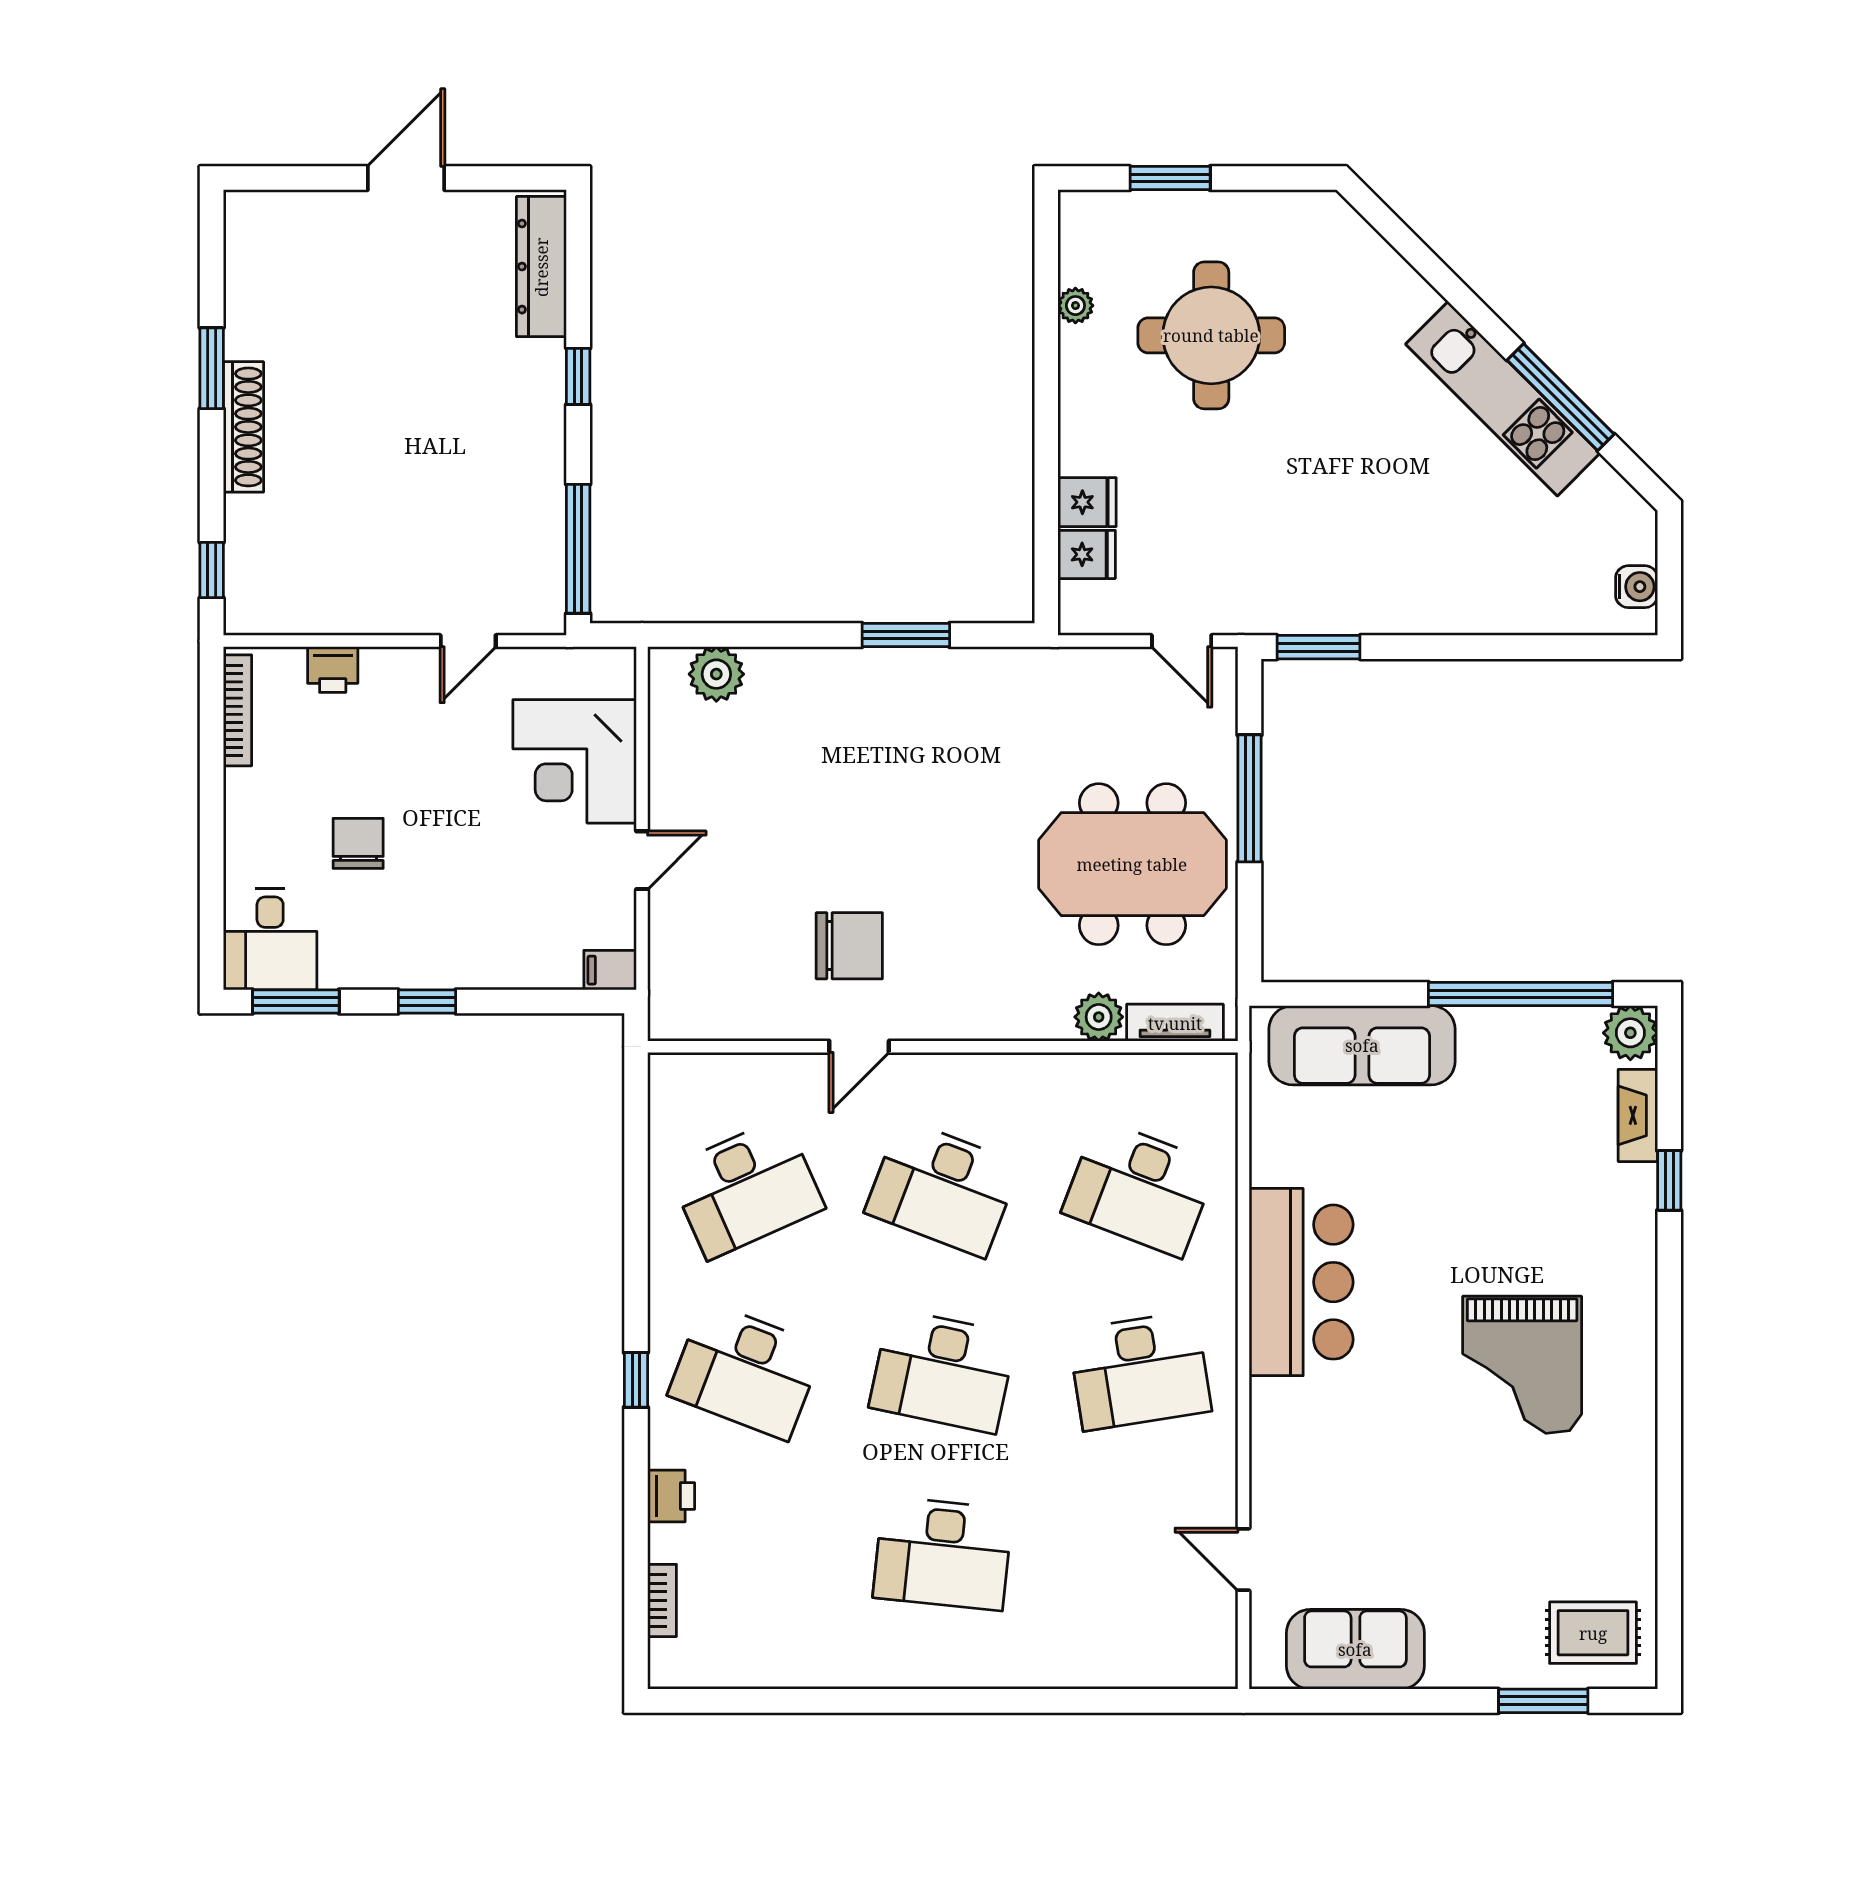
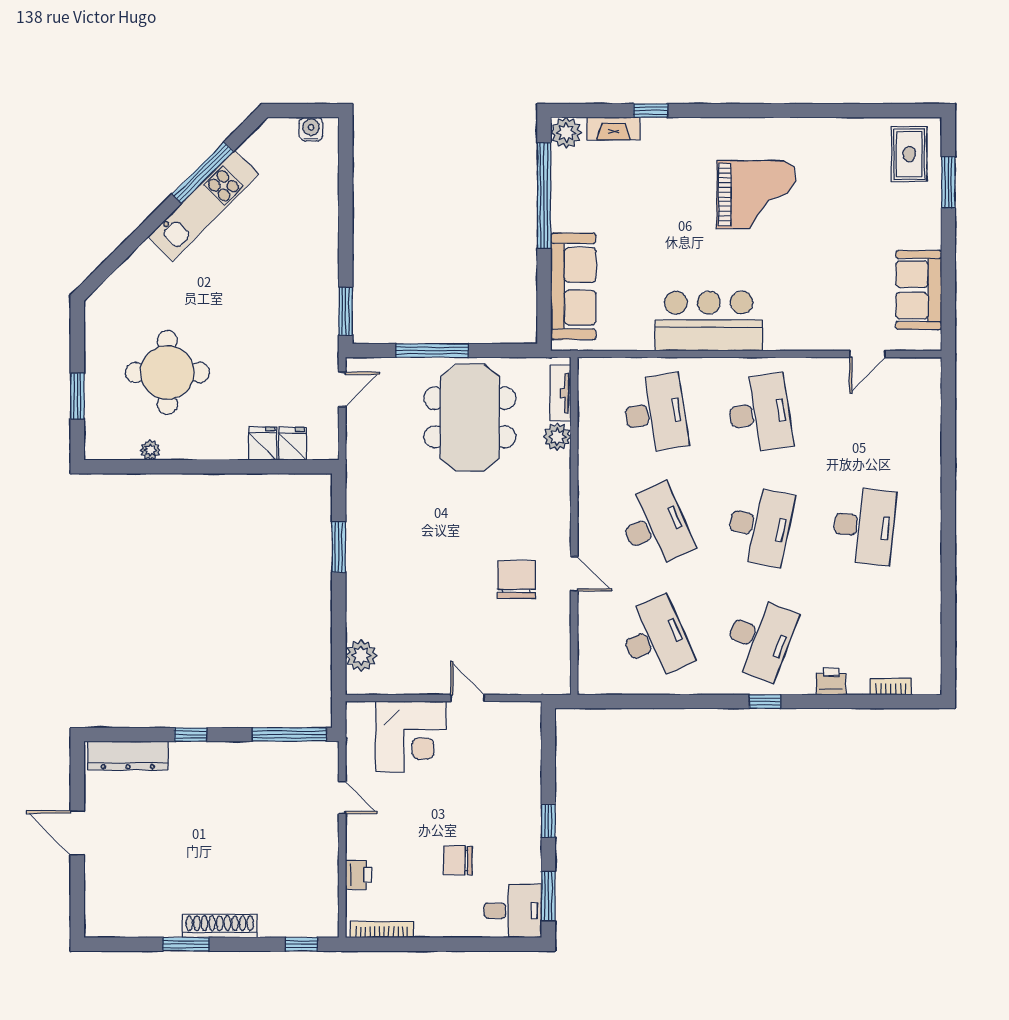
filing cabinet: (610, 970) -> (530, 716), removed
desk: (943, 1188) -> (655, 526), turned -45
desk: (1140, 1188) -> (655, 413), turned -30

